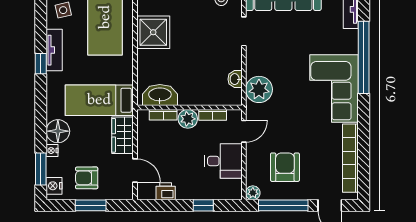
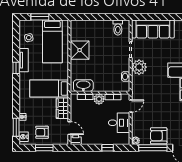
plant: (259, 89) -> (139, 67), moved
floor lamp: (58, 131) -> (26, 106), removed
armchair: (285, 167) -> (159, 136), moved, turned -90
printer: (166, 191) -> (76, 140), moved

